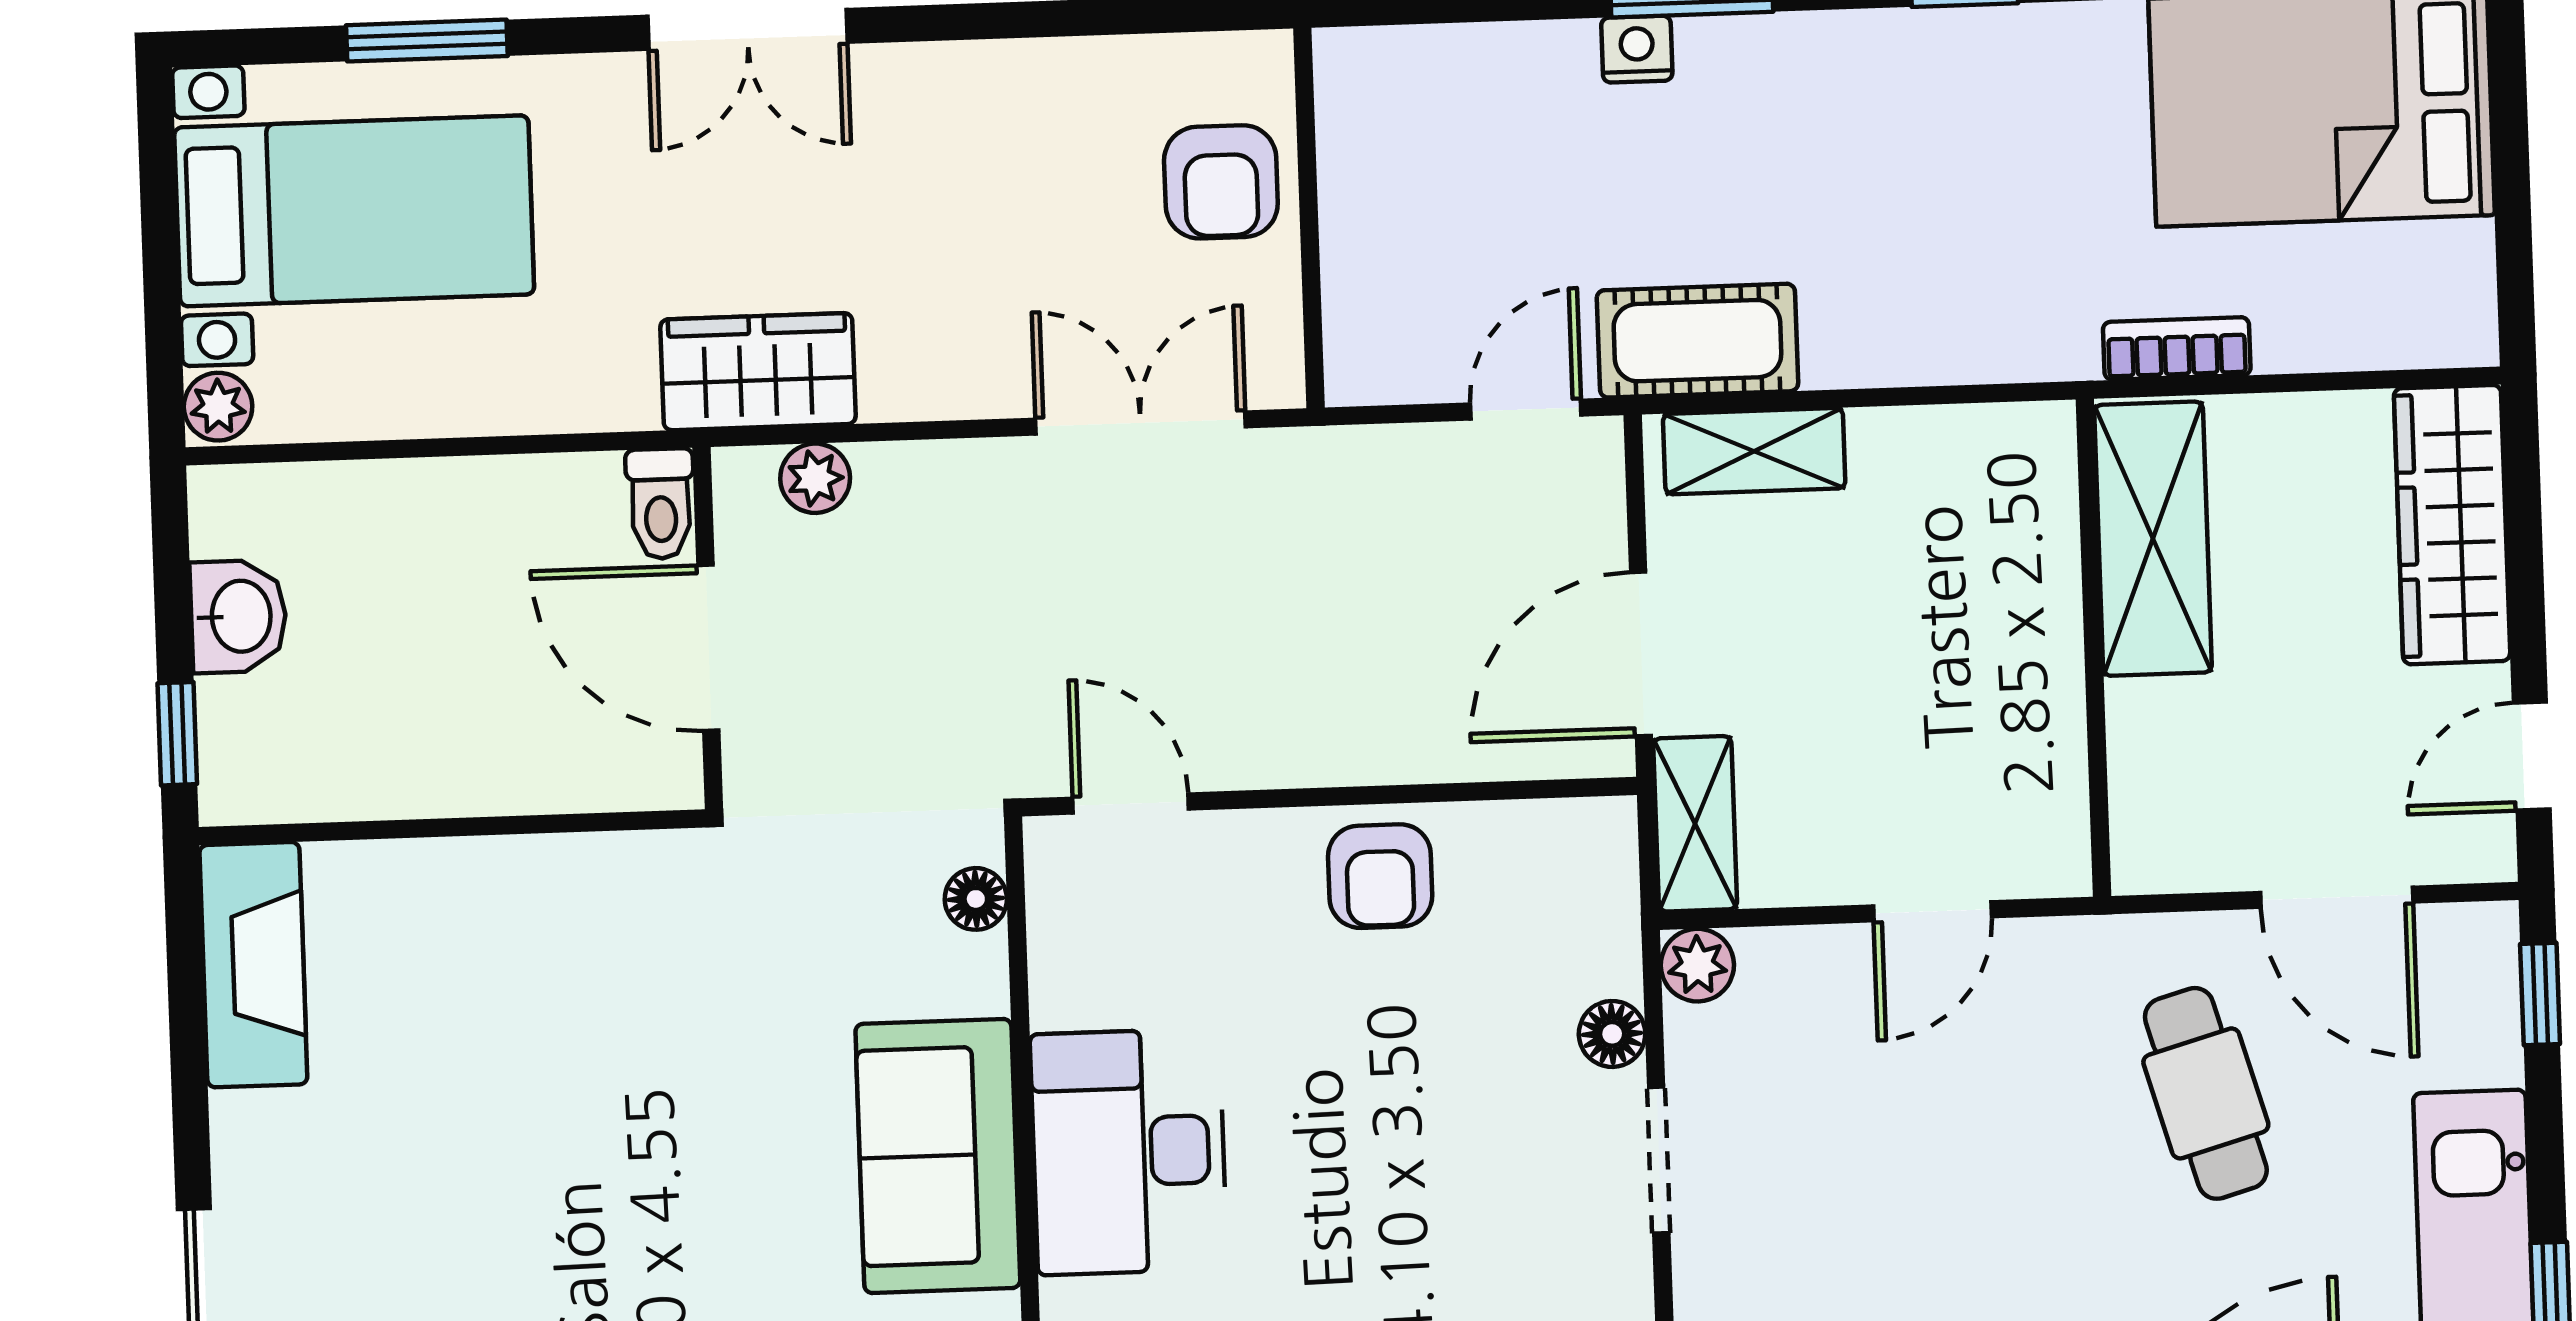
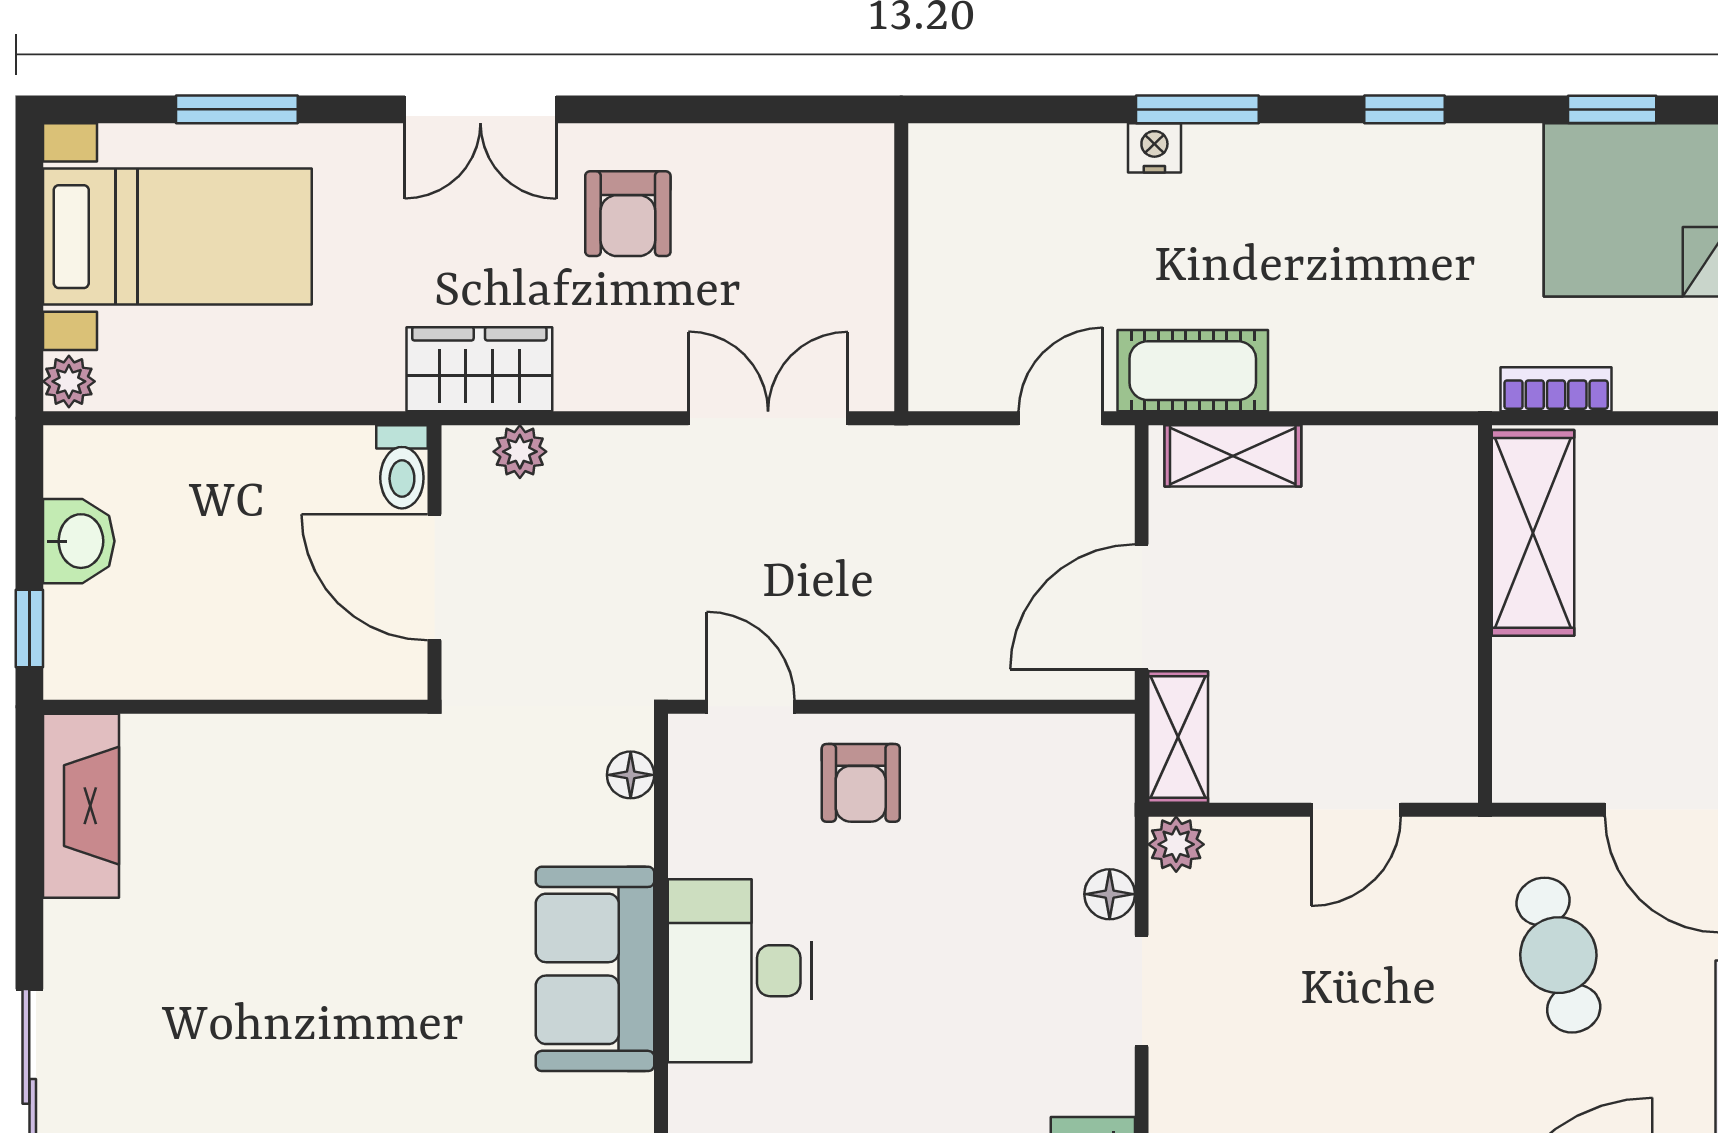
armchair: (1221, 182) -> (628, 214), moved
armchair: (1380, 876) -> (861, 783), moved

